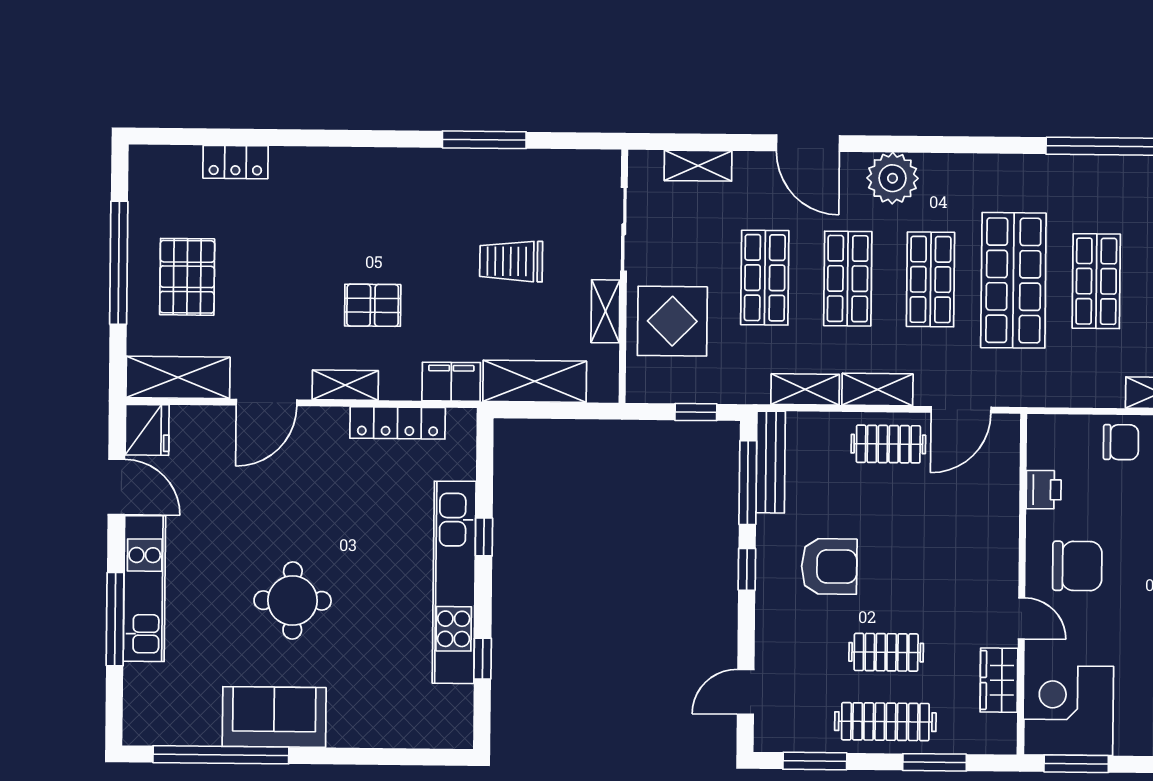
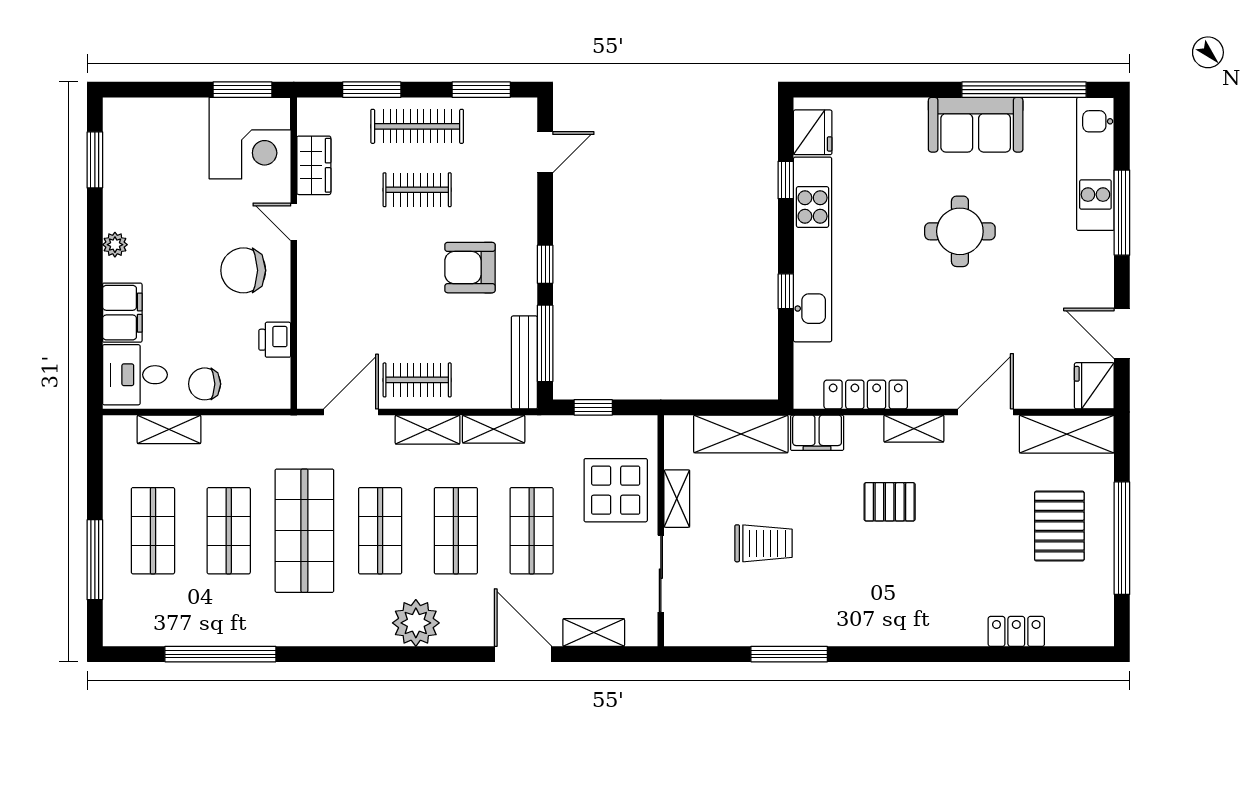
door: (808, 143) -> (523, 654), moved
kitchen unit: (144, 589) -> (1095, 164), moved
fridge: (453, 711) -> (813, 132), added

